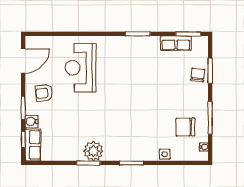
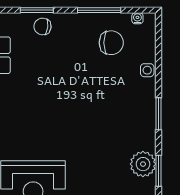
chair: (185, 127) -> (111, 43), turned -90

